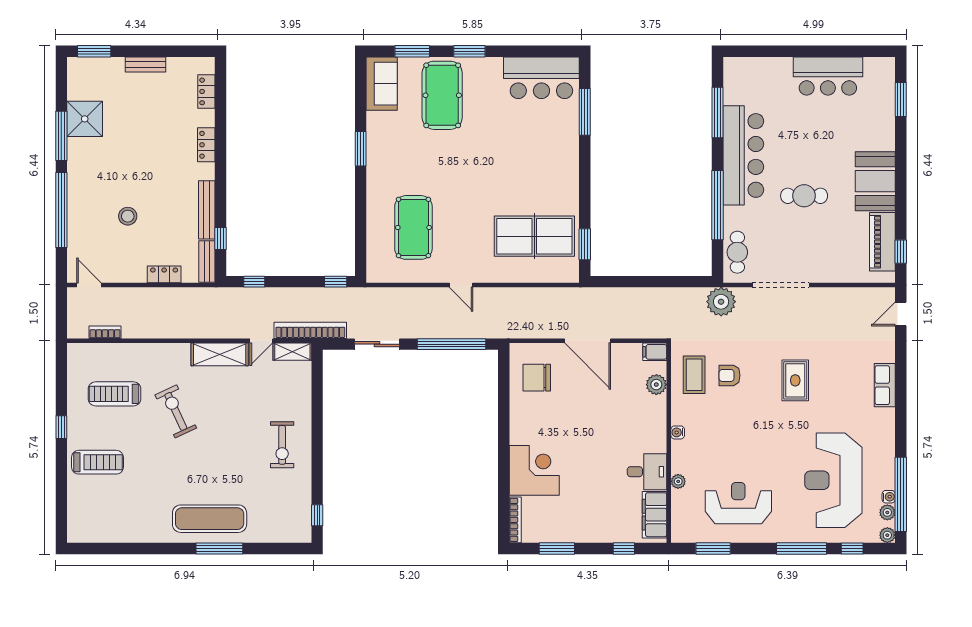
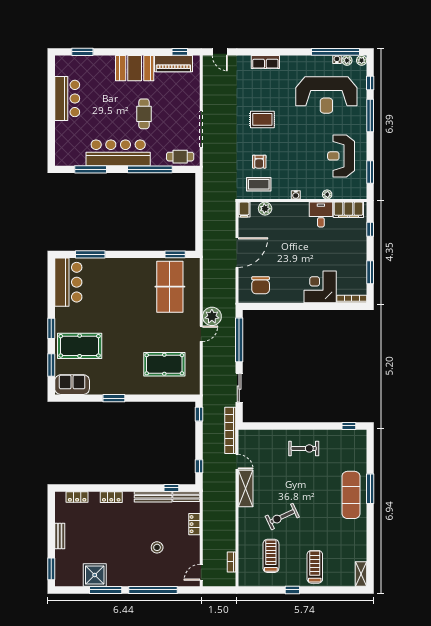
plant: (721, 302) -> (212, 316), moved
shelving: (292, 352) -> (361, 574), moved
treadmill: (115, 394) -> (271, 556), turned 180

